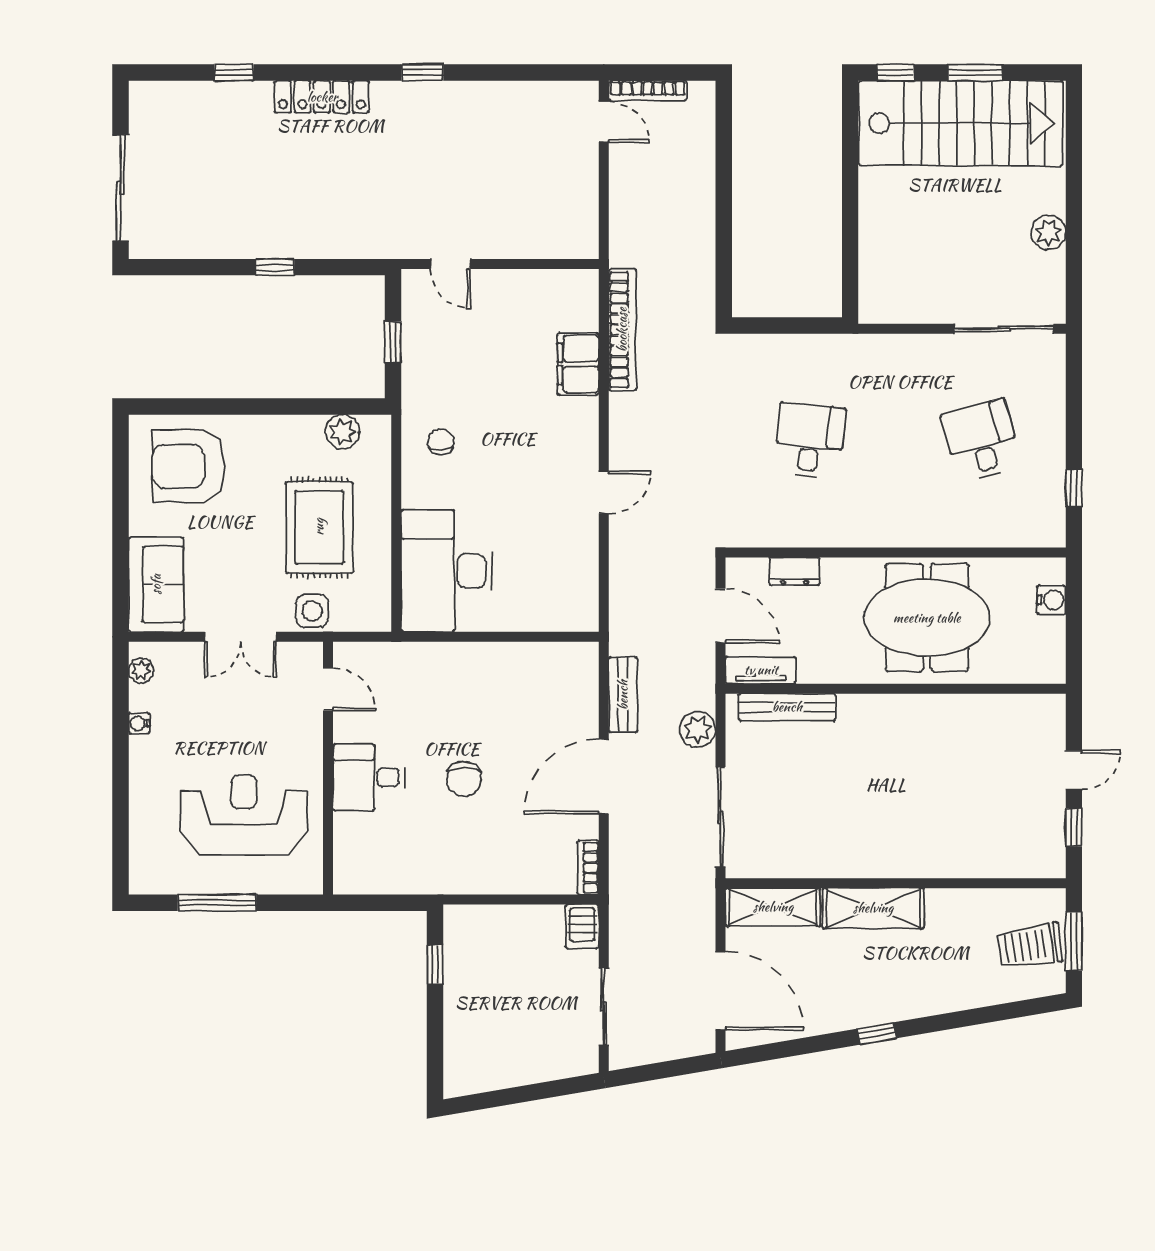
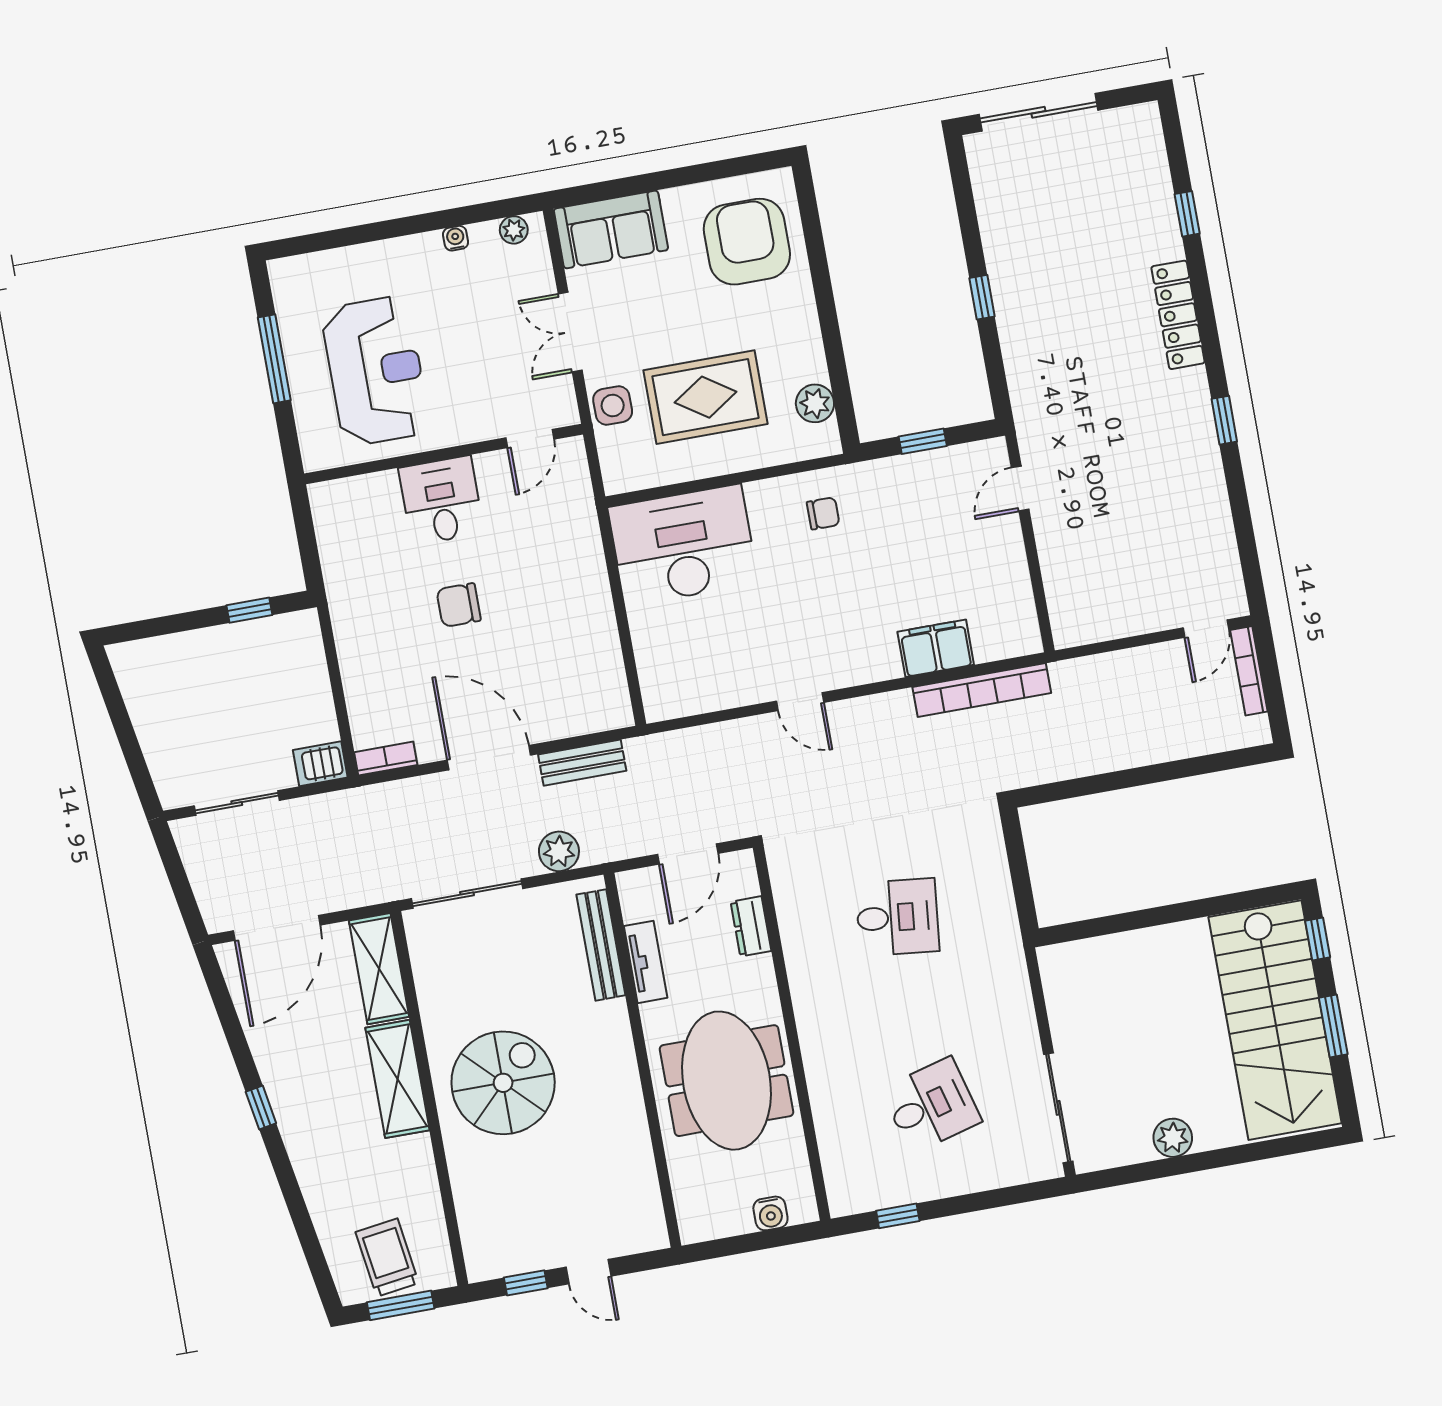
tv unit: (761, 670) -> (646, 962), moved
spiral stairs: (893, 816) -> (503, 1083), added

